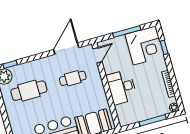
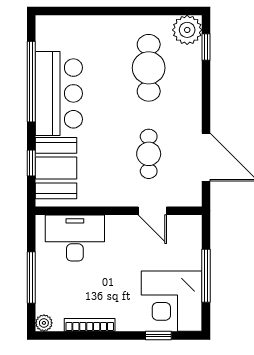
door: (98, 55) -> (152, 211), moved
desk: (122, 87) -> (75, 238), moved

